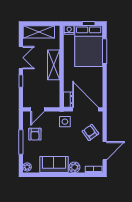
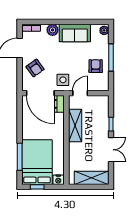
double door: (21, 58) -> (111, 150), swing flipped
shelving: (54, 65) -> (75, 126), moved
door: (38, 109) -> (80, 93), moved

